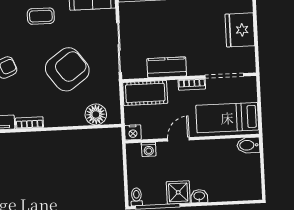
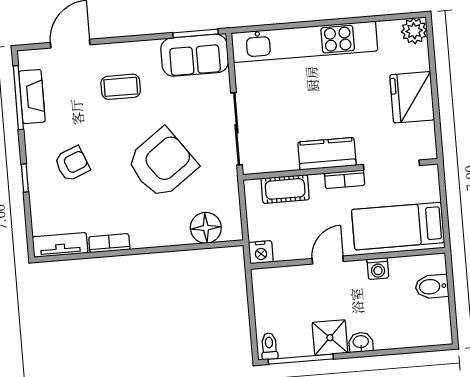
kitchen counter: (167, 67) -> (327, 154), moved
cot: (145, 93) -> (285, 189), width x0.73, depth x0.75
bidet: (248, 145) -> (432, 287), moved
washing machine: (149, 149) -> (378, 269), moved

